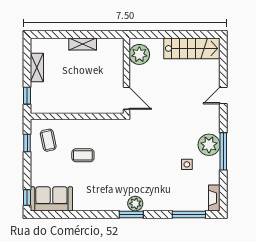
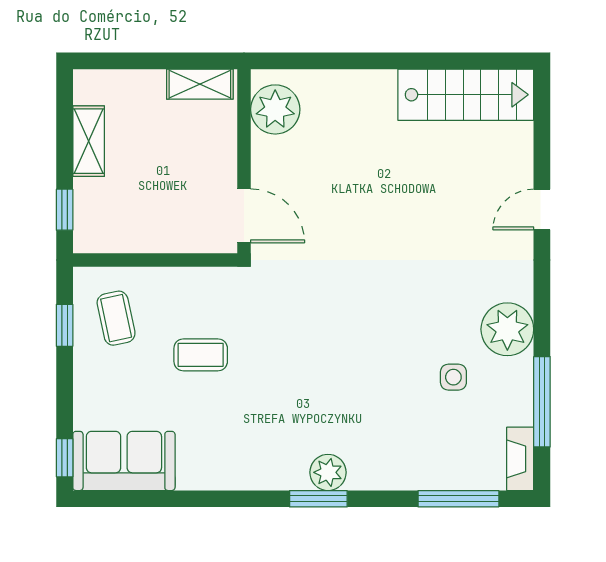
plant: (139, 54) -> (275, 109), moved
wall: (126, 76) -> (244, 161), moved
door: (126, 98) -> (244, 216), moved
window: (223, 151) -> (542, 402), moved

